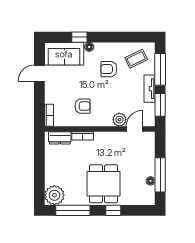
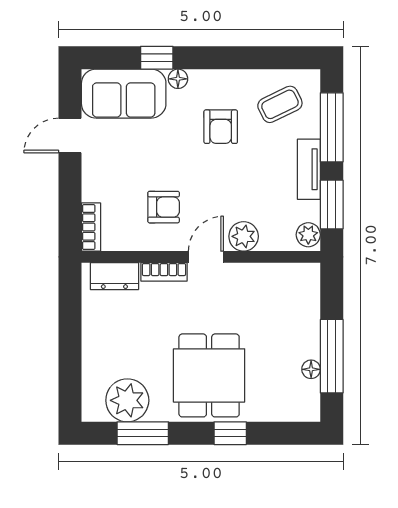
armchair: (109, 69) -> (221, 127), turned -90
plant: (149, 119) -> (308, 235), added
door: (134, 129) -> (206, 257), moved
plant: (54, 195) -> (127, 400), moved
window: (73, 210) -> (143, 433), width x0.69

